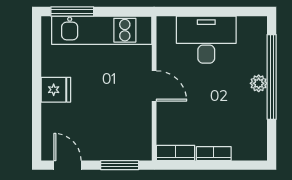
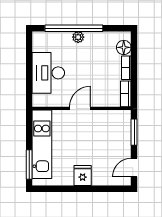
floor lamp: (244, 150) -> (124, 47), added

